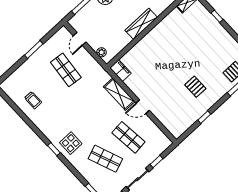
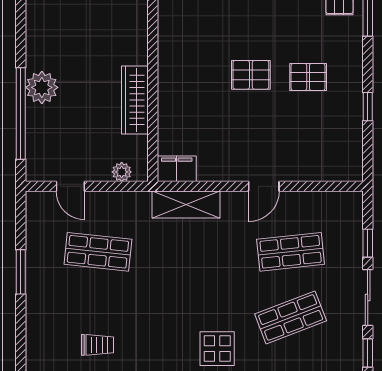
wardrobe: (141, 24) -> (135, 100), moved
pallet: (177, 66) -> (251, 75), added
shelving: (119, 94) -> (186, 205), moved

